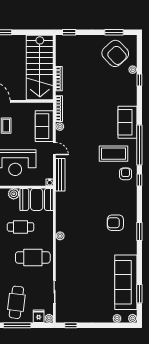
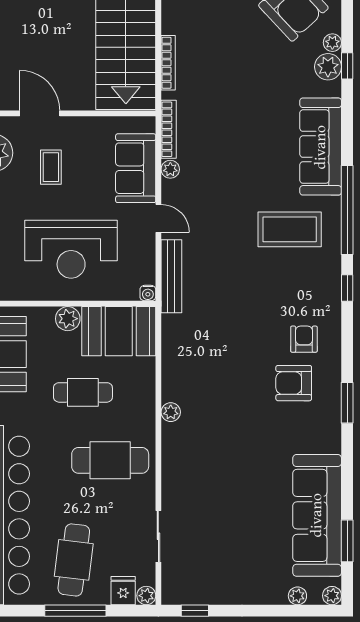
plant: (131, 80) -> (328, 67), added
sofa: (127, 122) -> (321, 147), width x1.36
armchair: (126, 174) -> (304, 339), moved

